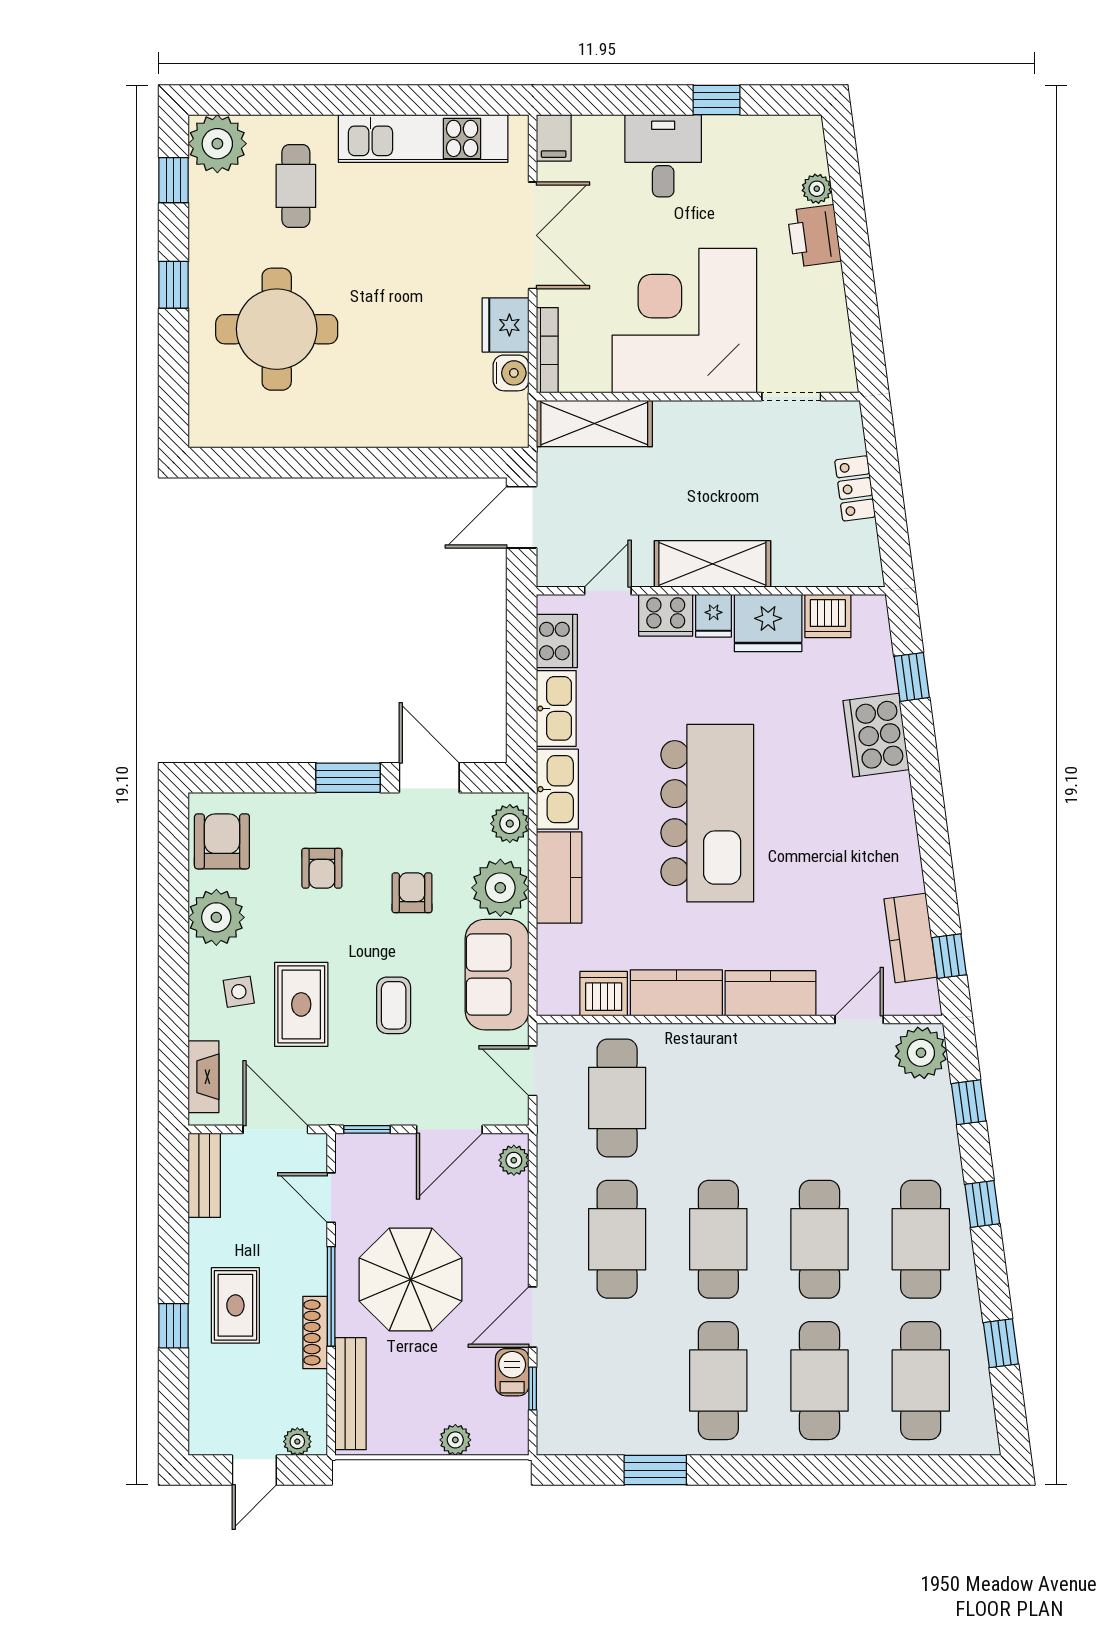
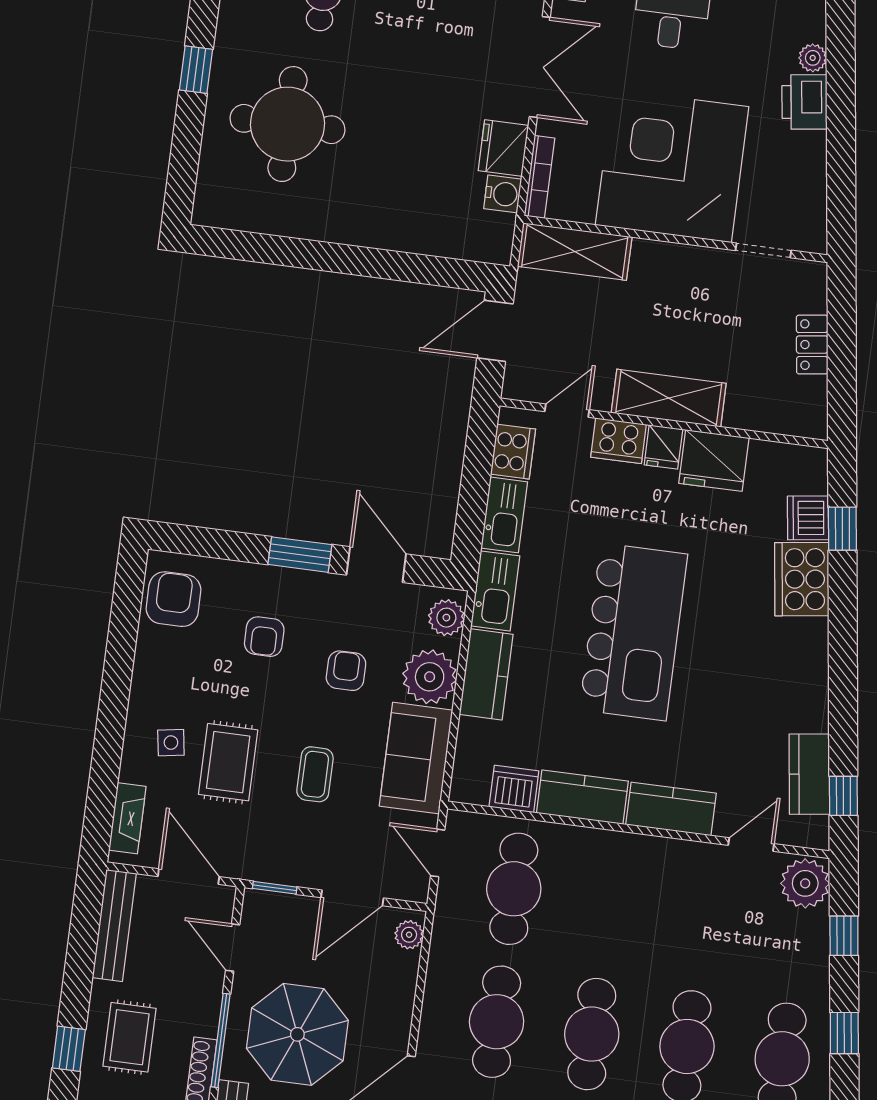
dishwasher: (828, 616) -> (808, 518), moved, turned 82
plant: (216, 917) -> (159, 670), removed
bench: (204, 1175) -> (114, 925), width x1.36

